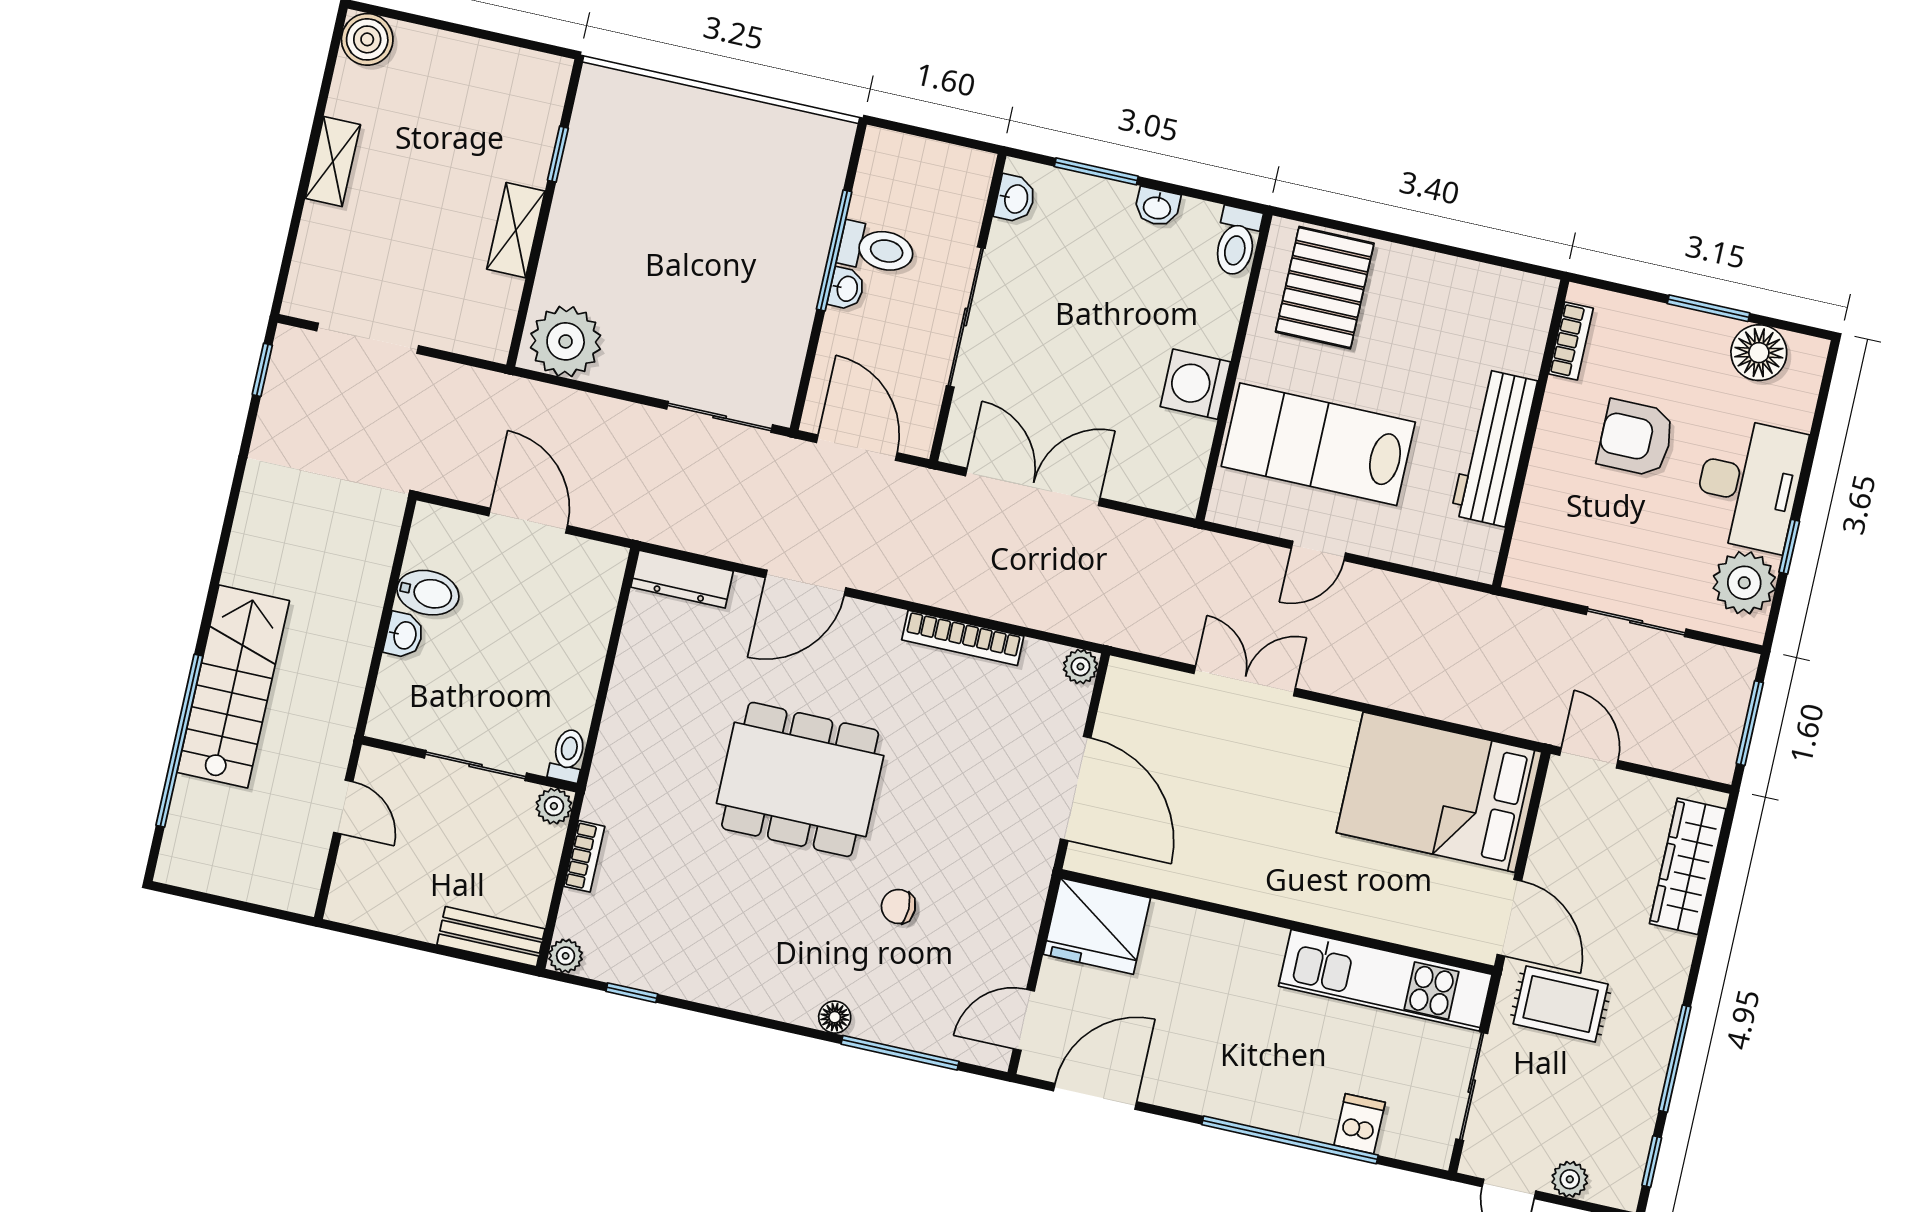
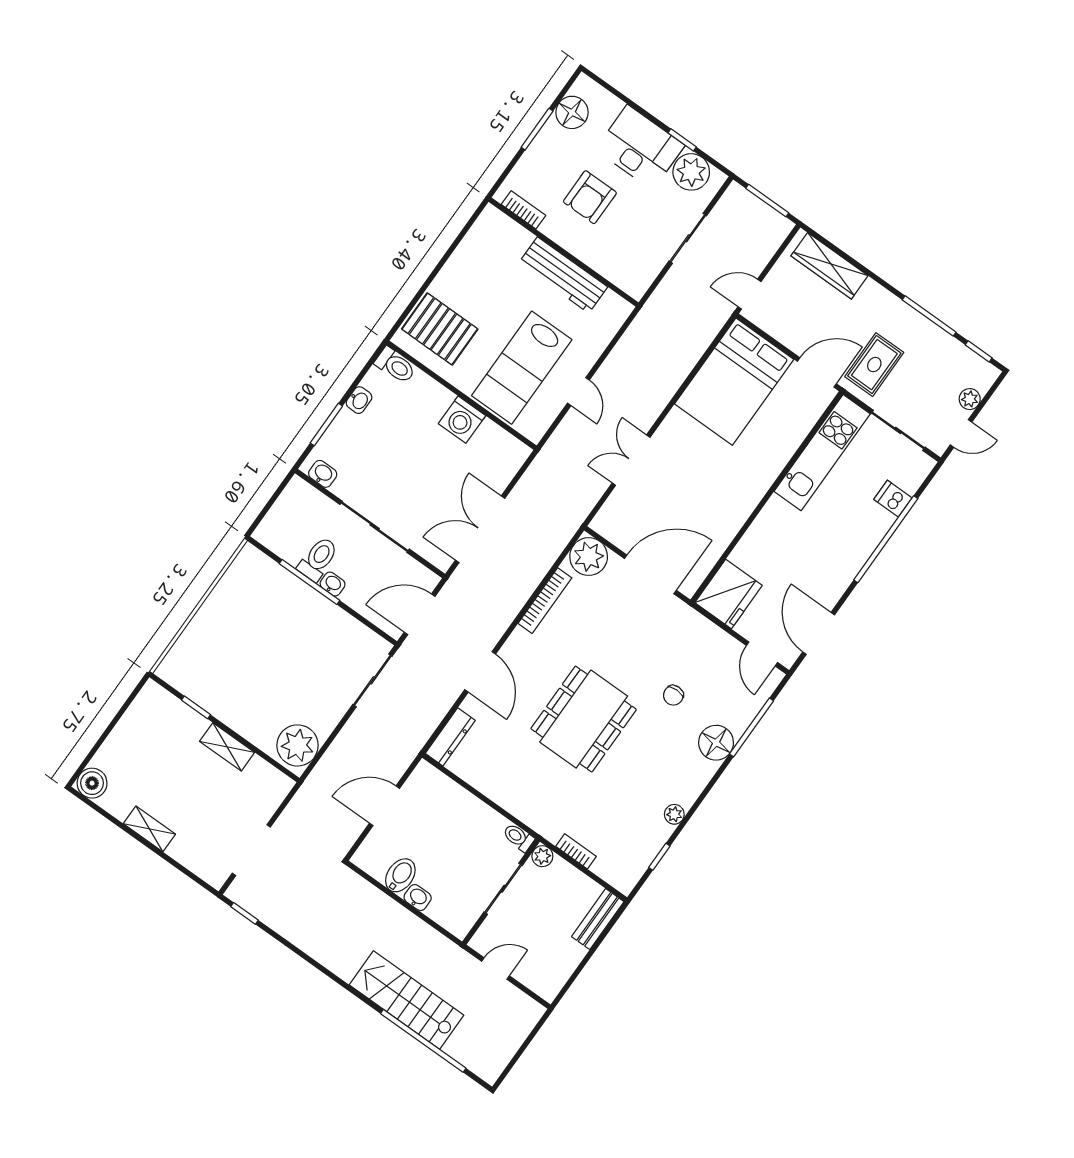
plant: (1080, 667) -> (589, 557), width x1.88, depth x1.88
plant: (566, 956) -> (674, 814), moved
floor lamp: (835, 1017) -> (716, 743), width x1.89, depth x1.89

